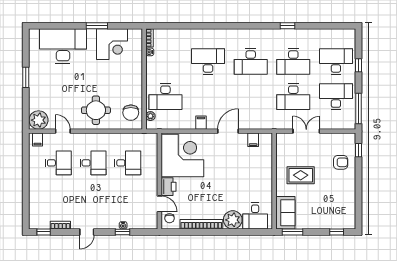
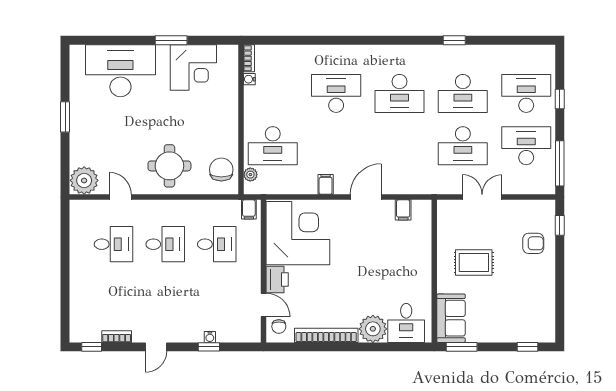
chair: (131, 113) -> (221, 170), turned 180
filing cabinet: (37, 139) -> (249, 209), moved

